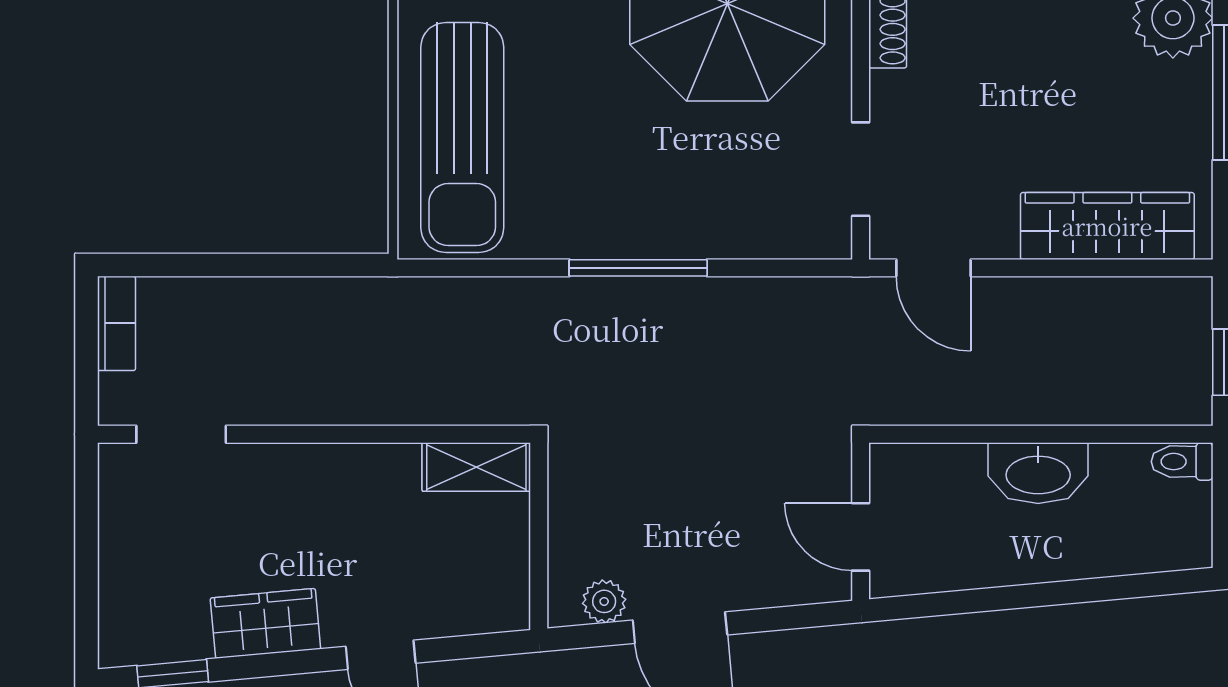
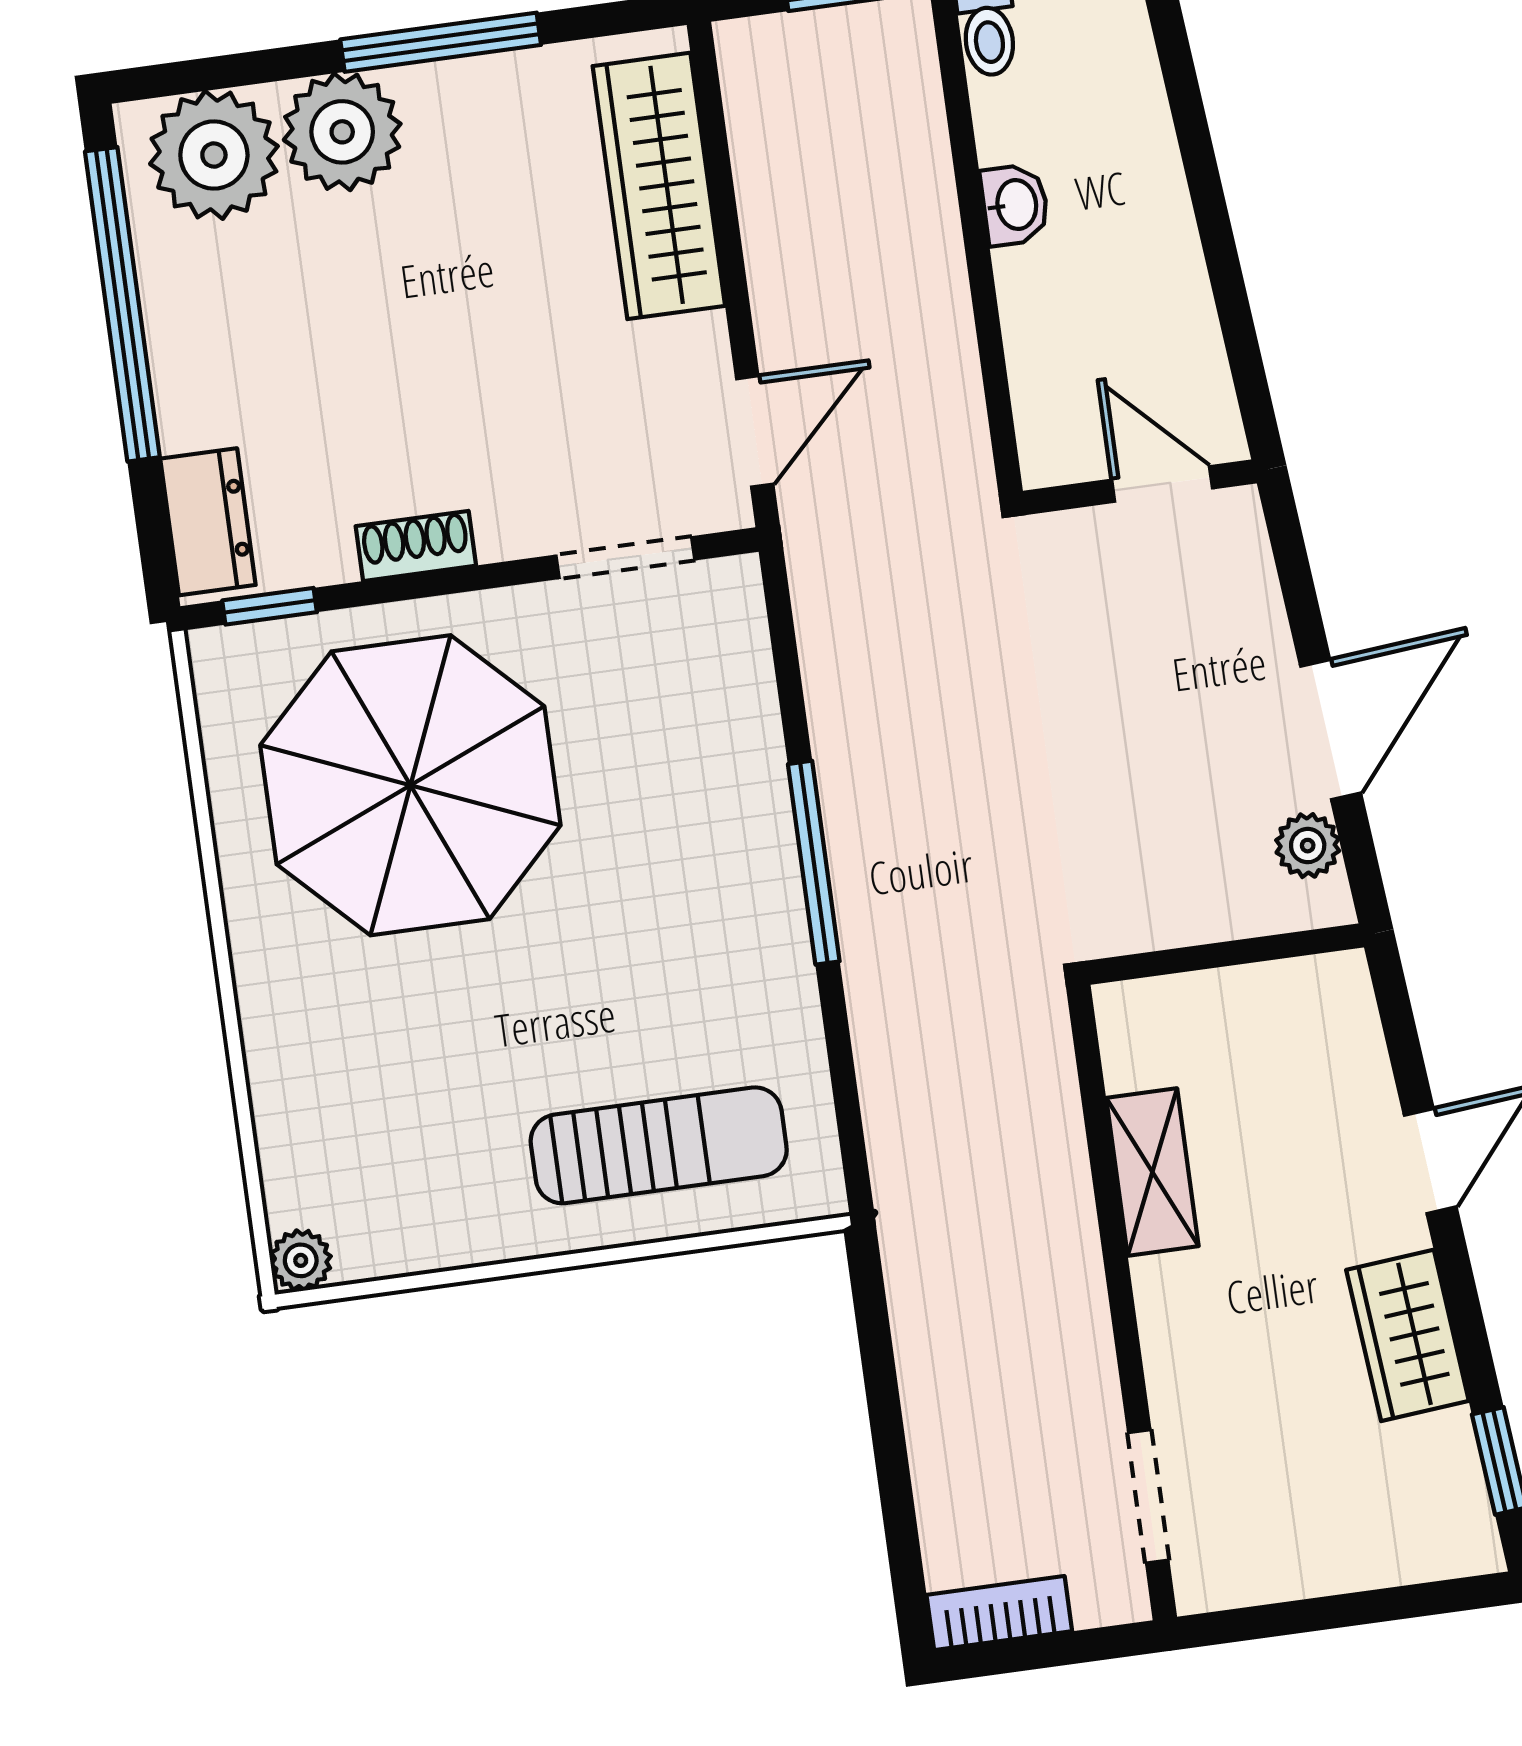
sun lounger: (462, 137) -> (659, 1145), width x0.73, depth x0.75
shelving: (476, 467) -> (1152, 1172), moved
washbasin: (1038, 473) -> (1015, 205), width x0.52, depth x0.69
door: (861, 537) -> (1162, 484), swing flipped

